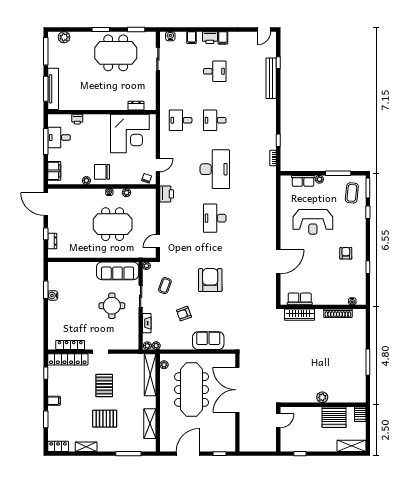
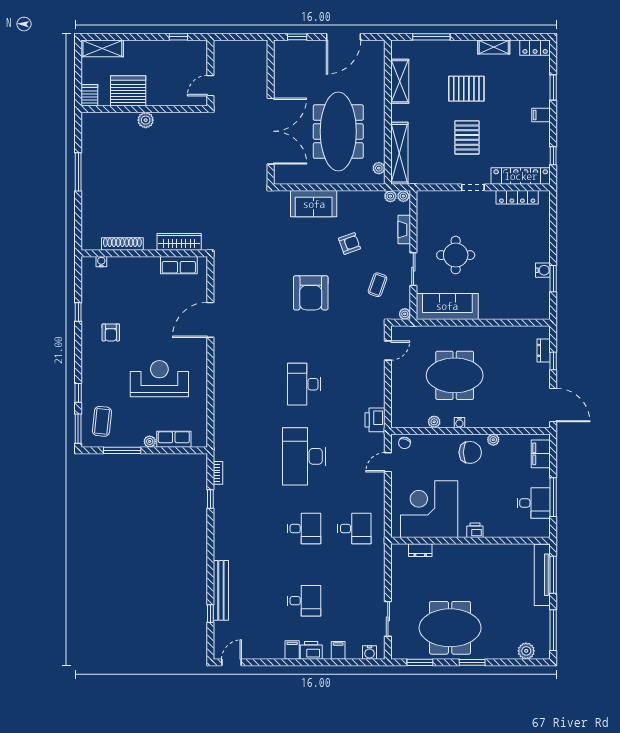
desk: (215, 71) -> (304, 601), turned 180
printer: (77, 119) -> (475, 530), moved
desk: (215, 218) -> (304, 384), turned 180

